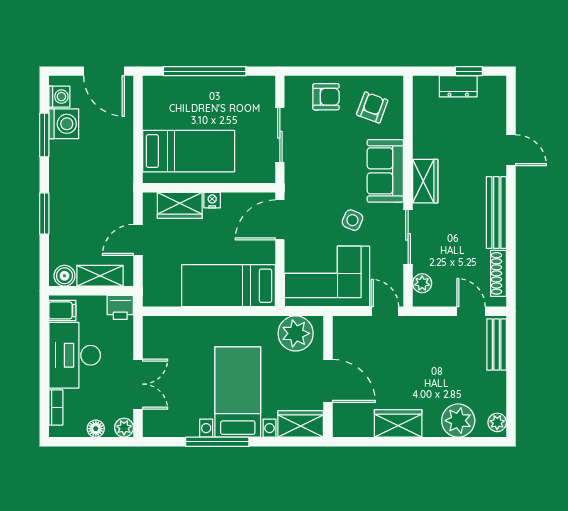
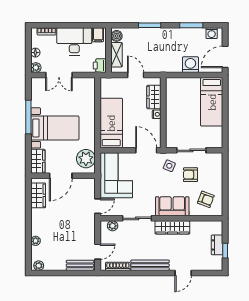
window: (205, 71) -> (225, 110), removed
armchair: (326, 97) -> (191, 175), moved, turned 90
washing machine: (64, 124) -> (190, 65), moved, turned 180
bed: (189, 151) -> (212, 102), moved
wardrobe: (425, 181) -> (172, 227), width x1.50
side table: (352, 220) -> (169, 166), moved
plant: (458, 421) -> (36, 241), width x0.53, depth x0.53
wardrobe: (398, 423) -> (38, 195), moved

